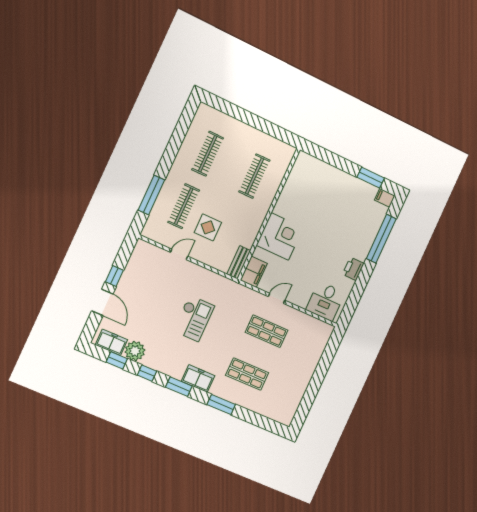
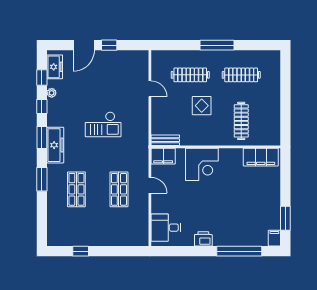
filing cabinet: (300, 173) -> (261, 157), added
clothes rail: (254, 176) -> (241, 121), turned 90
window: (151, 195) -> (217, 45), moved
display table: (208, 227) -> (202, 106), moved
plant: (135, 351) -> (52, 93), width x0.53, depth x0.53
freezer: (198, 379) -> (55, 145), width x1.40
window: (310, 396) -> (81, 251), added

